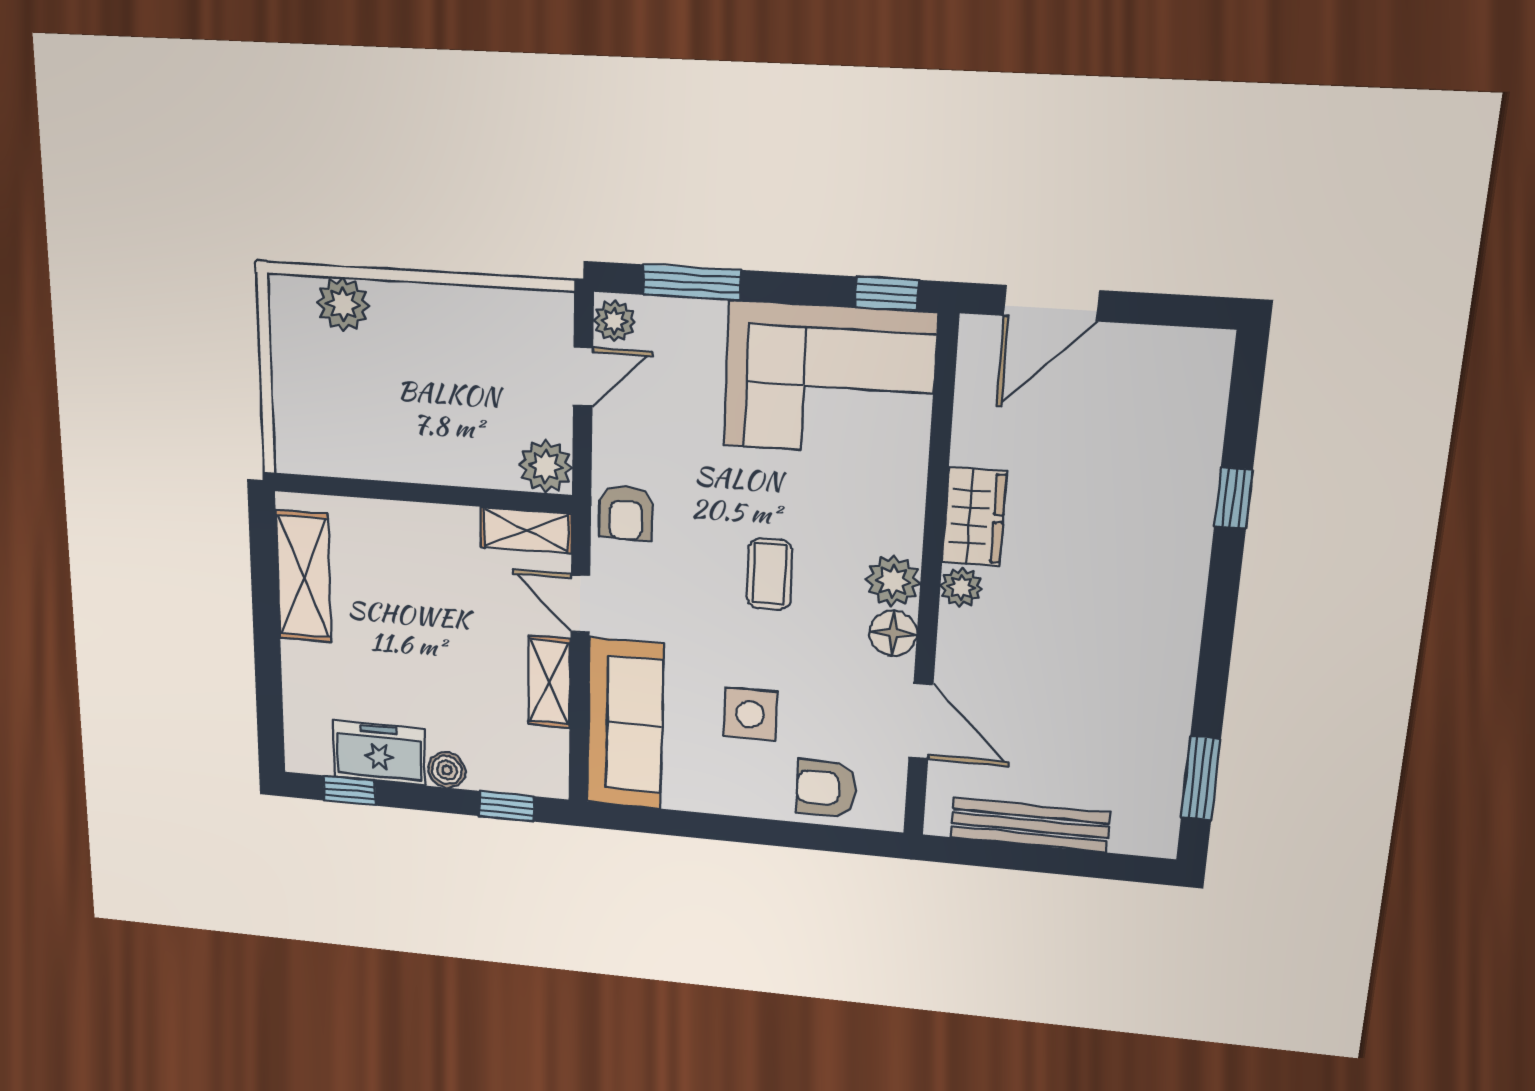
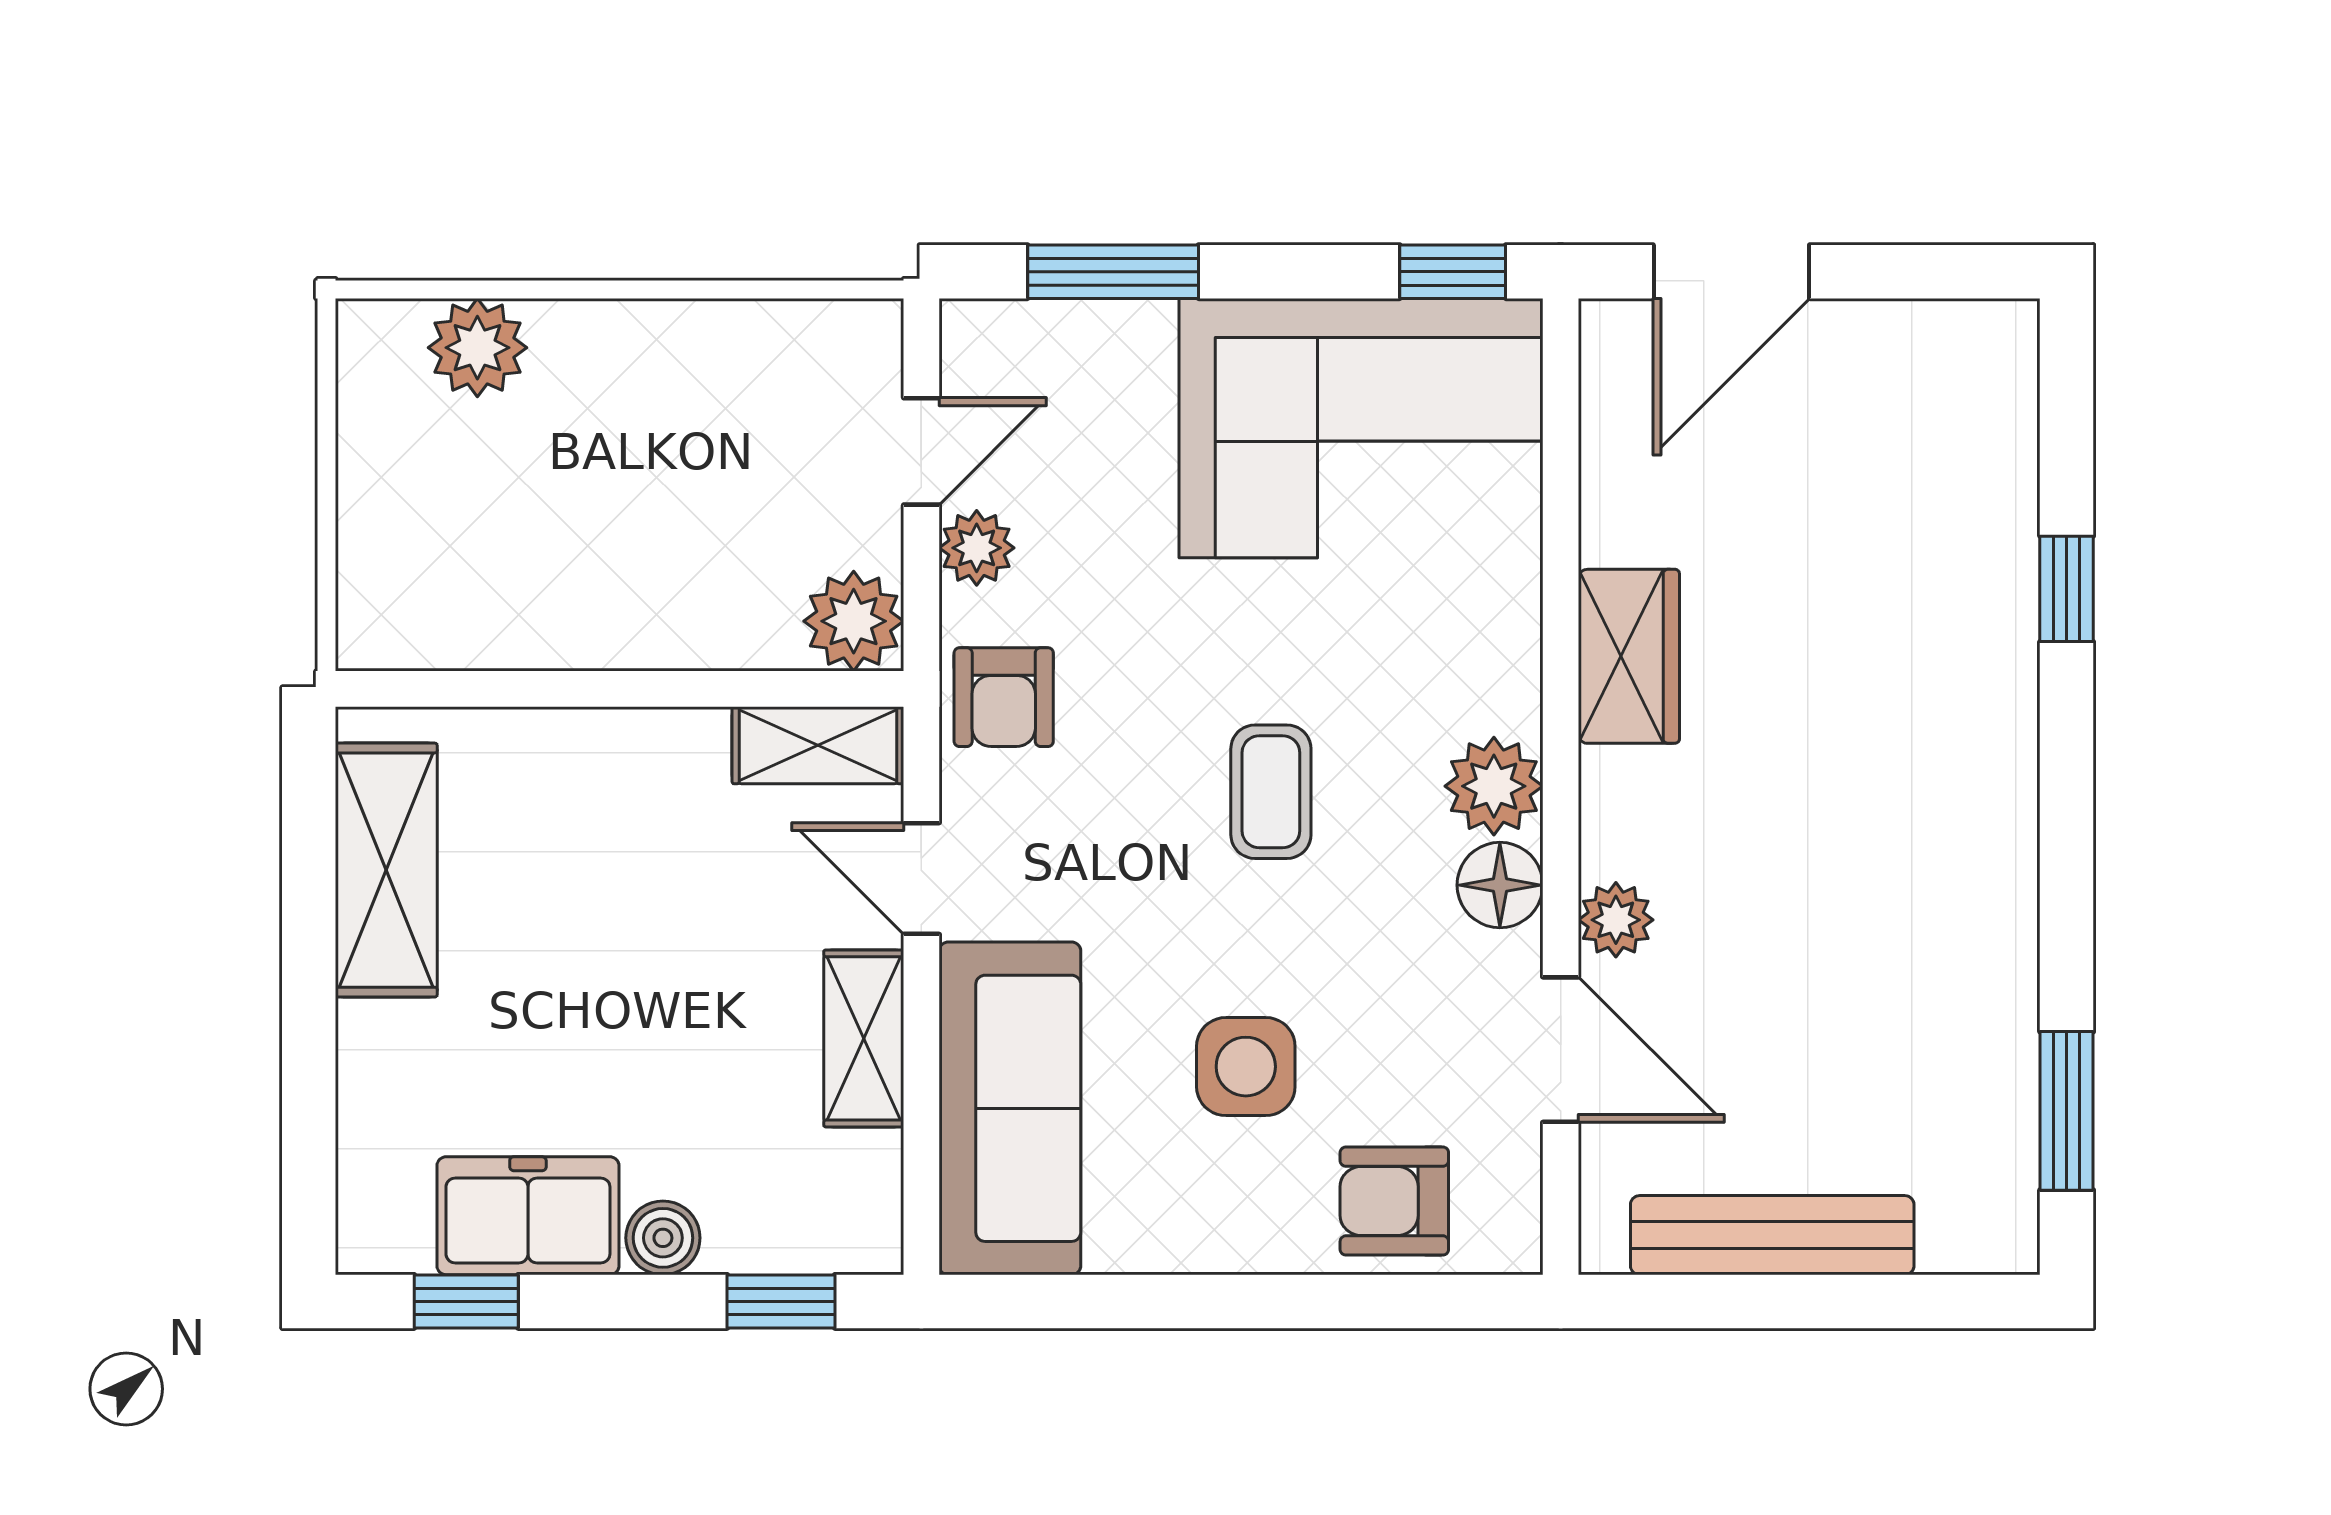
plant: (614, 321) -> (977, 548), moved
plant: (961, 587) -> (1616, 920), moved

